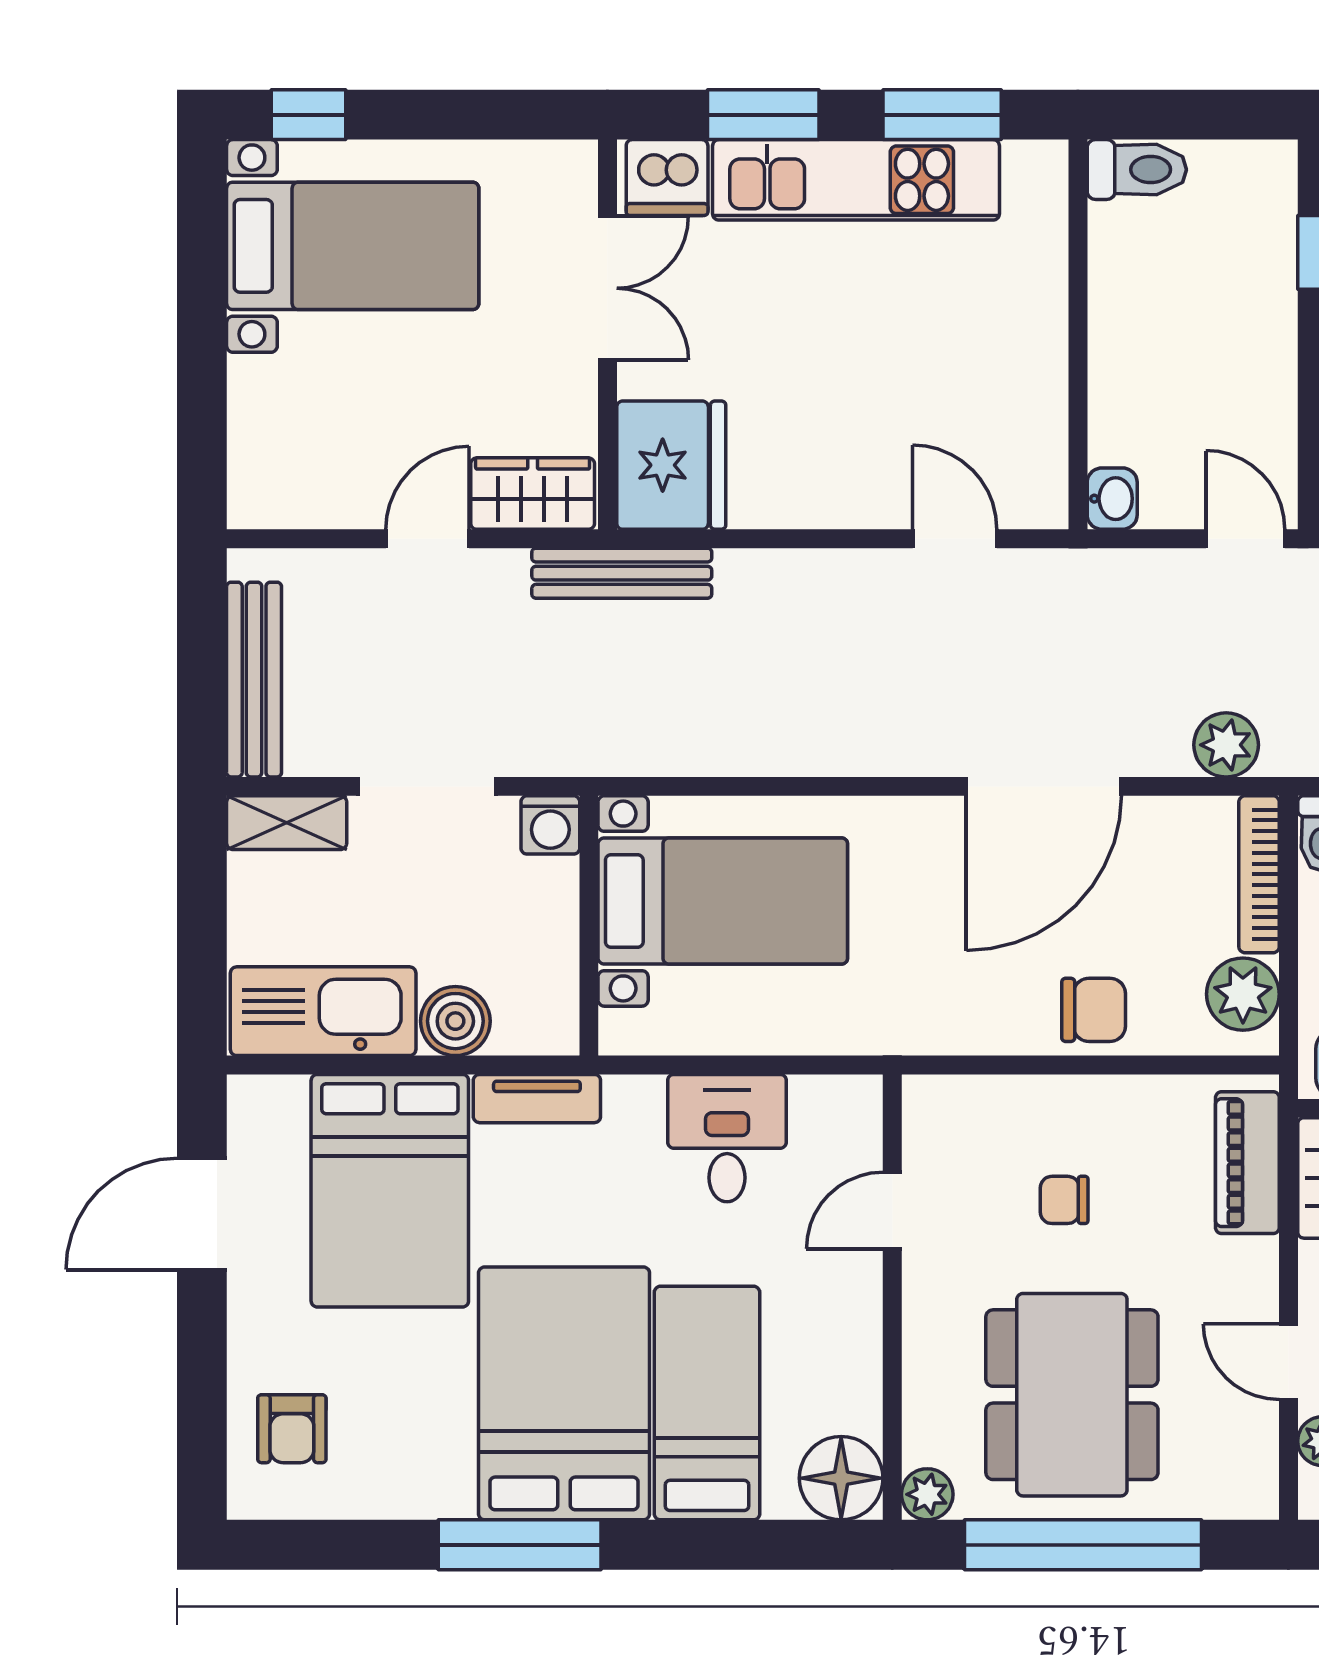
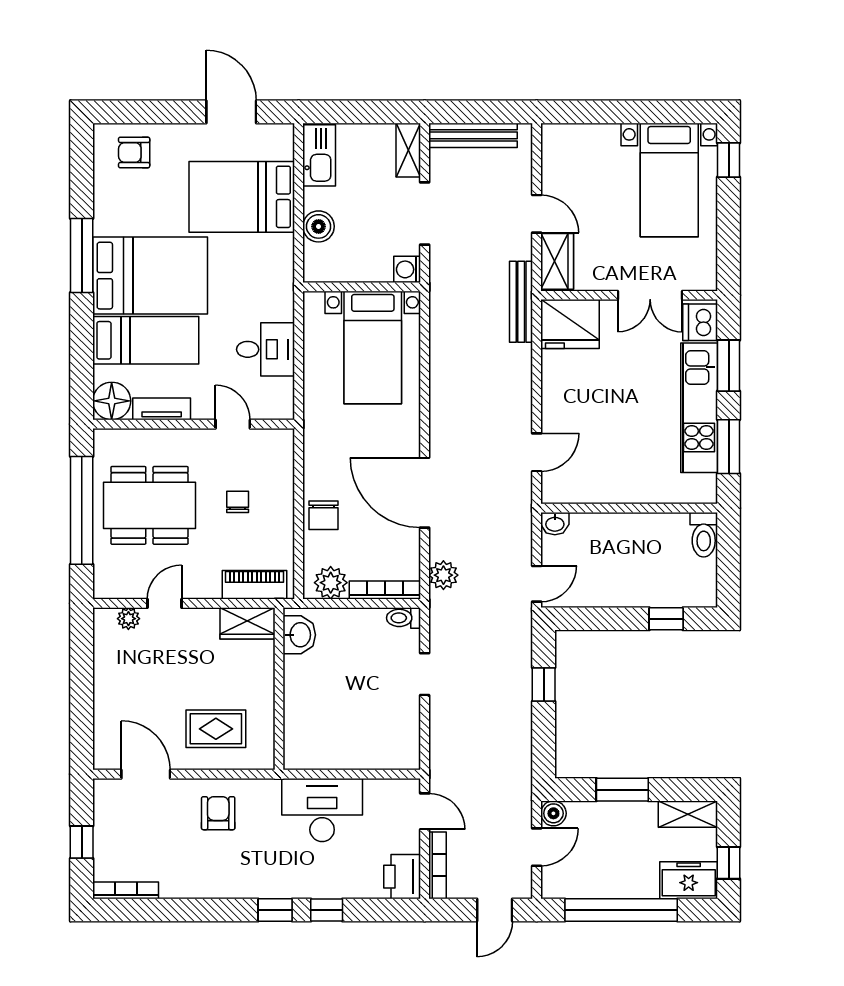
kitchen sink: (323, 1011) -> (319, 155), width x0.73, depth x0.81
tv unit: (537, 1099) -> (162, 409), moved, turned 90
plant: (927, 1494) -> (104, 440), removed

